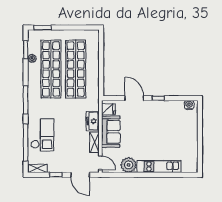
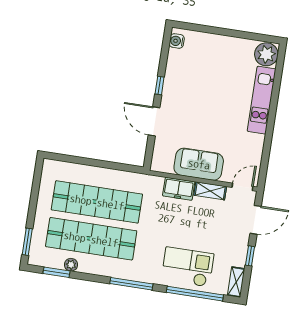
door: (134, 98) -> (154, 121), hinge flipped
fridge: (108, 109) -> (165, 162), removed
plant: (129, 165) -> (266, 54), moved

